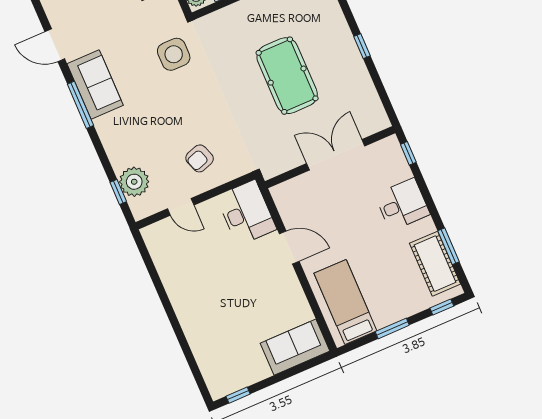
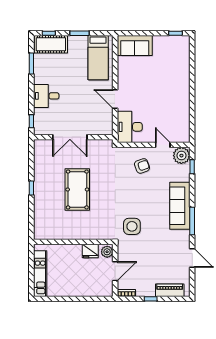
sofa: (95, 85) -> (180, 206), moved, width x1.36
plant: (134, 182) -> (181, 156), moved
cot: (435, 264) -> (51, 44), moved, turned 90

